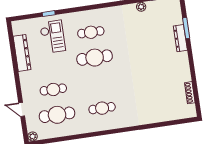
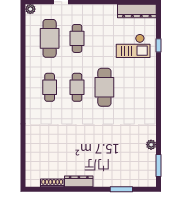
cafe table: (91, 32) -> (77, 87), moved
dresser: (180, 38) -> (79, 181), moved
dresser: (22, 53) -> (137, 11), moved

